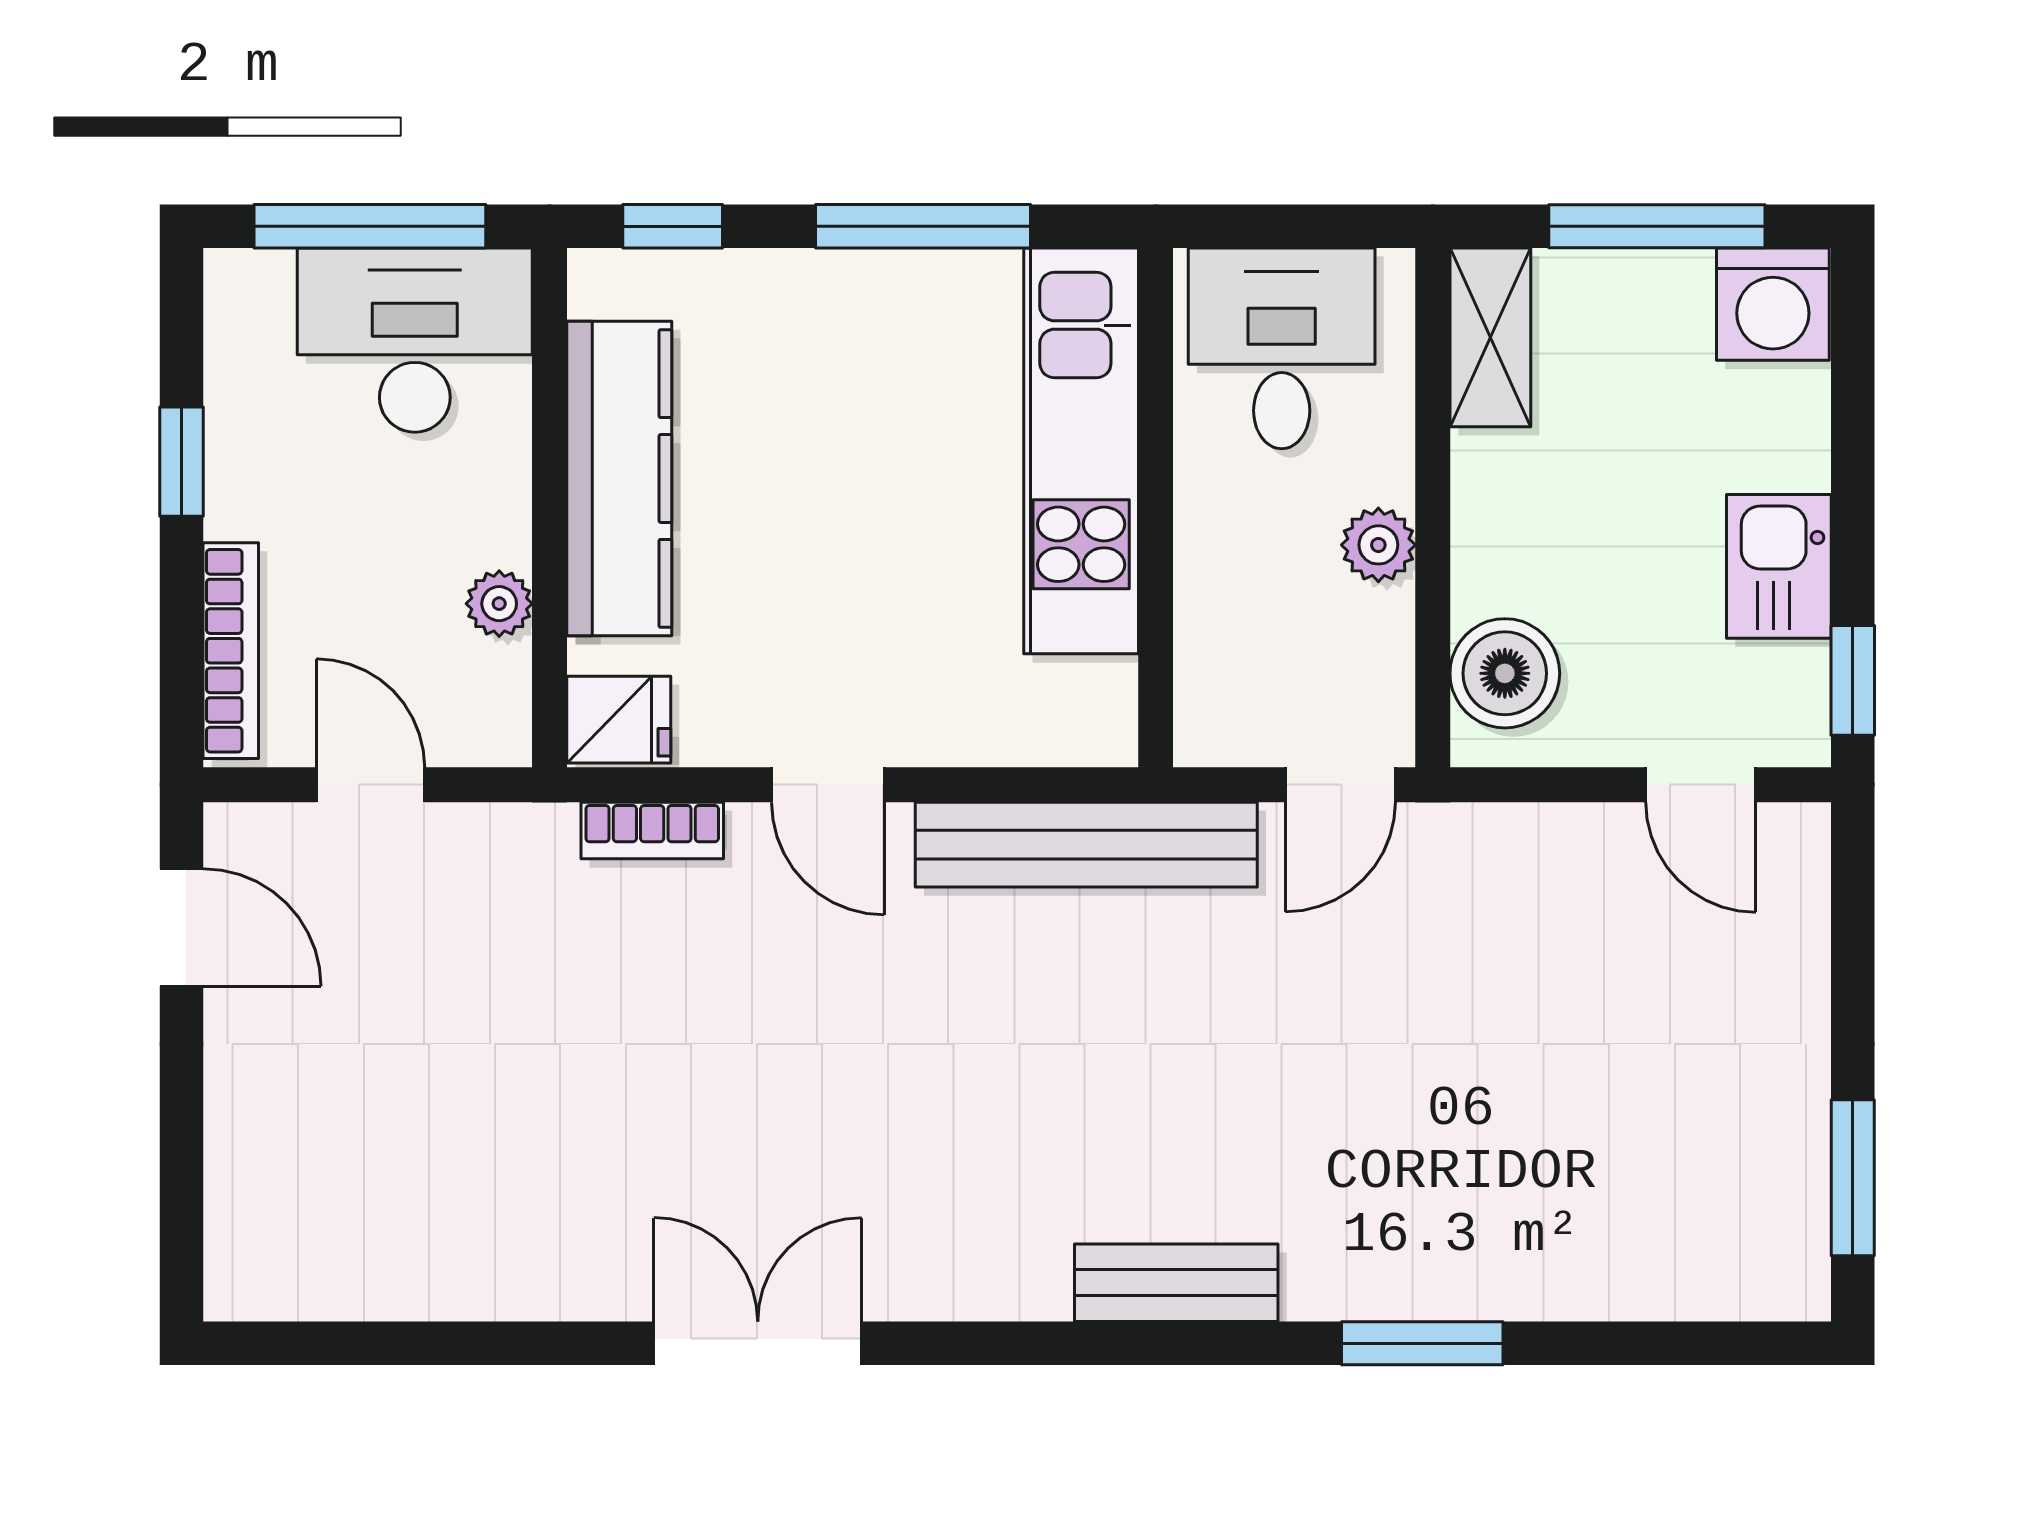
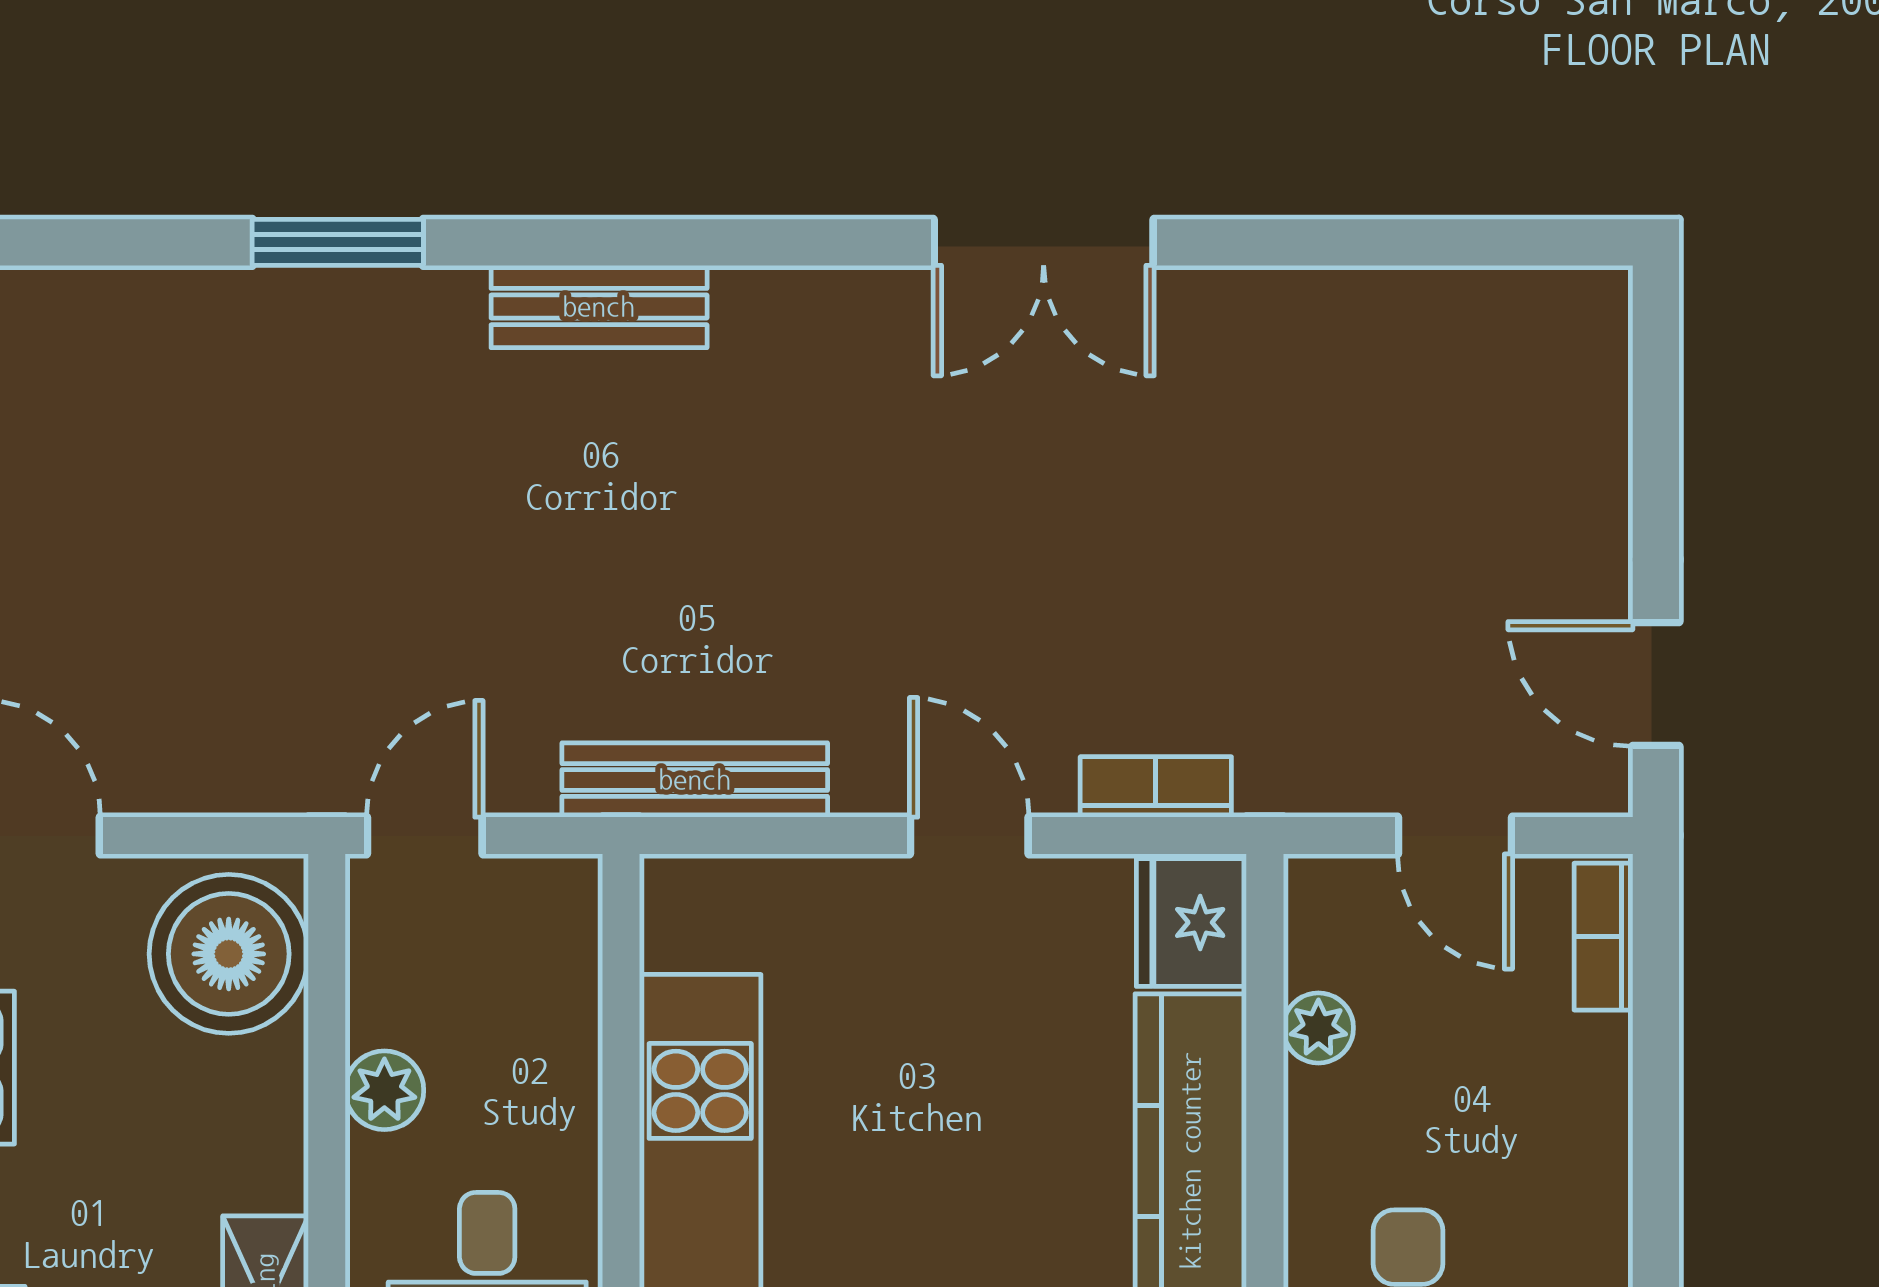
window: (182, 462) -> (1656, 1179), removed
bookcase: (231, 651) -> (1603, 937), width x0.64
boiler: (1505, 673) -> (229, 954), width x1.37, depth x1.37
fridge: (619, 720) -> (1191, 922), width x1.38
bench: (1086, 845) -> (695, 780), width x0.73, depth x0.82

